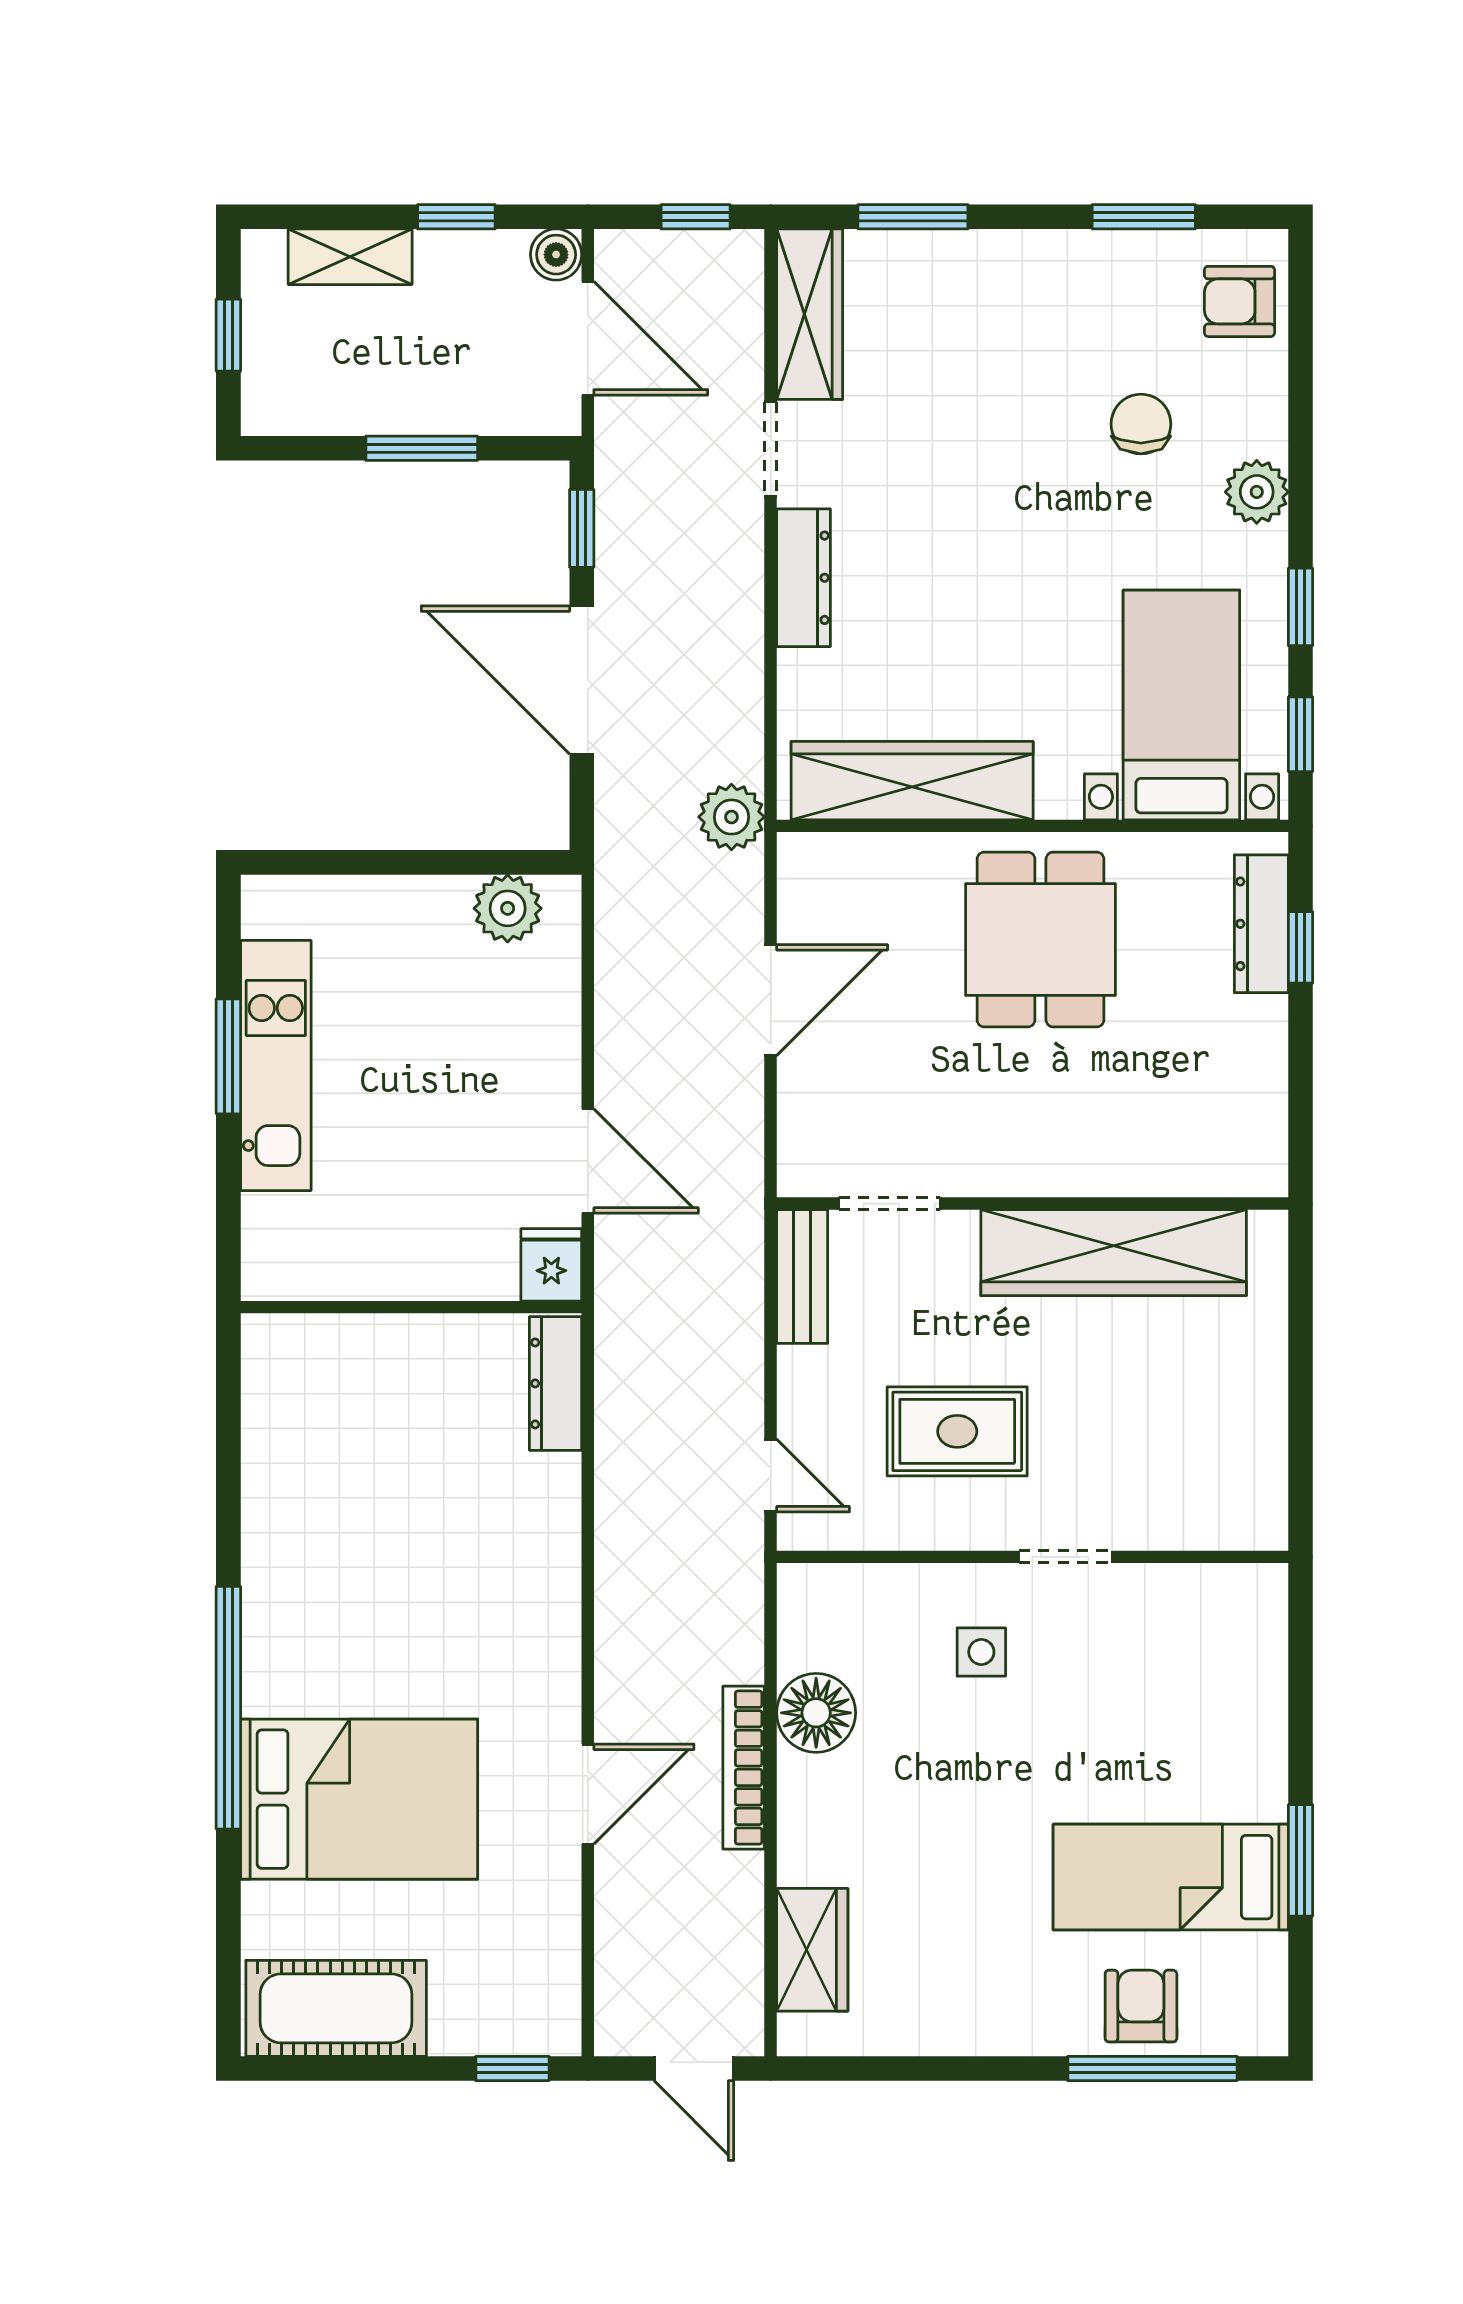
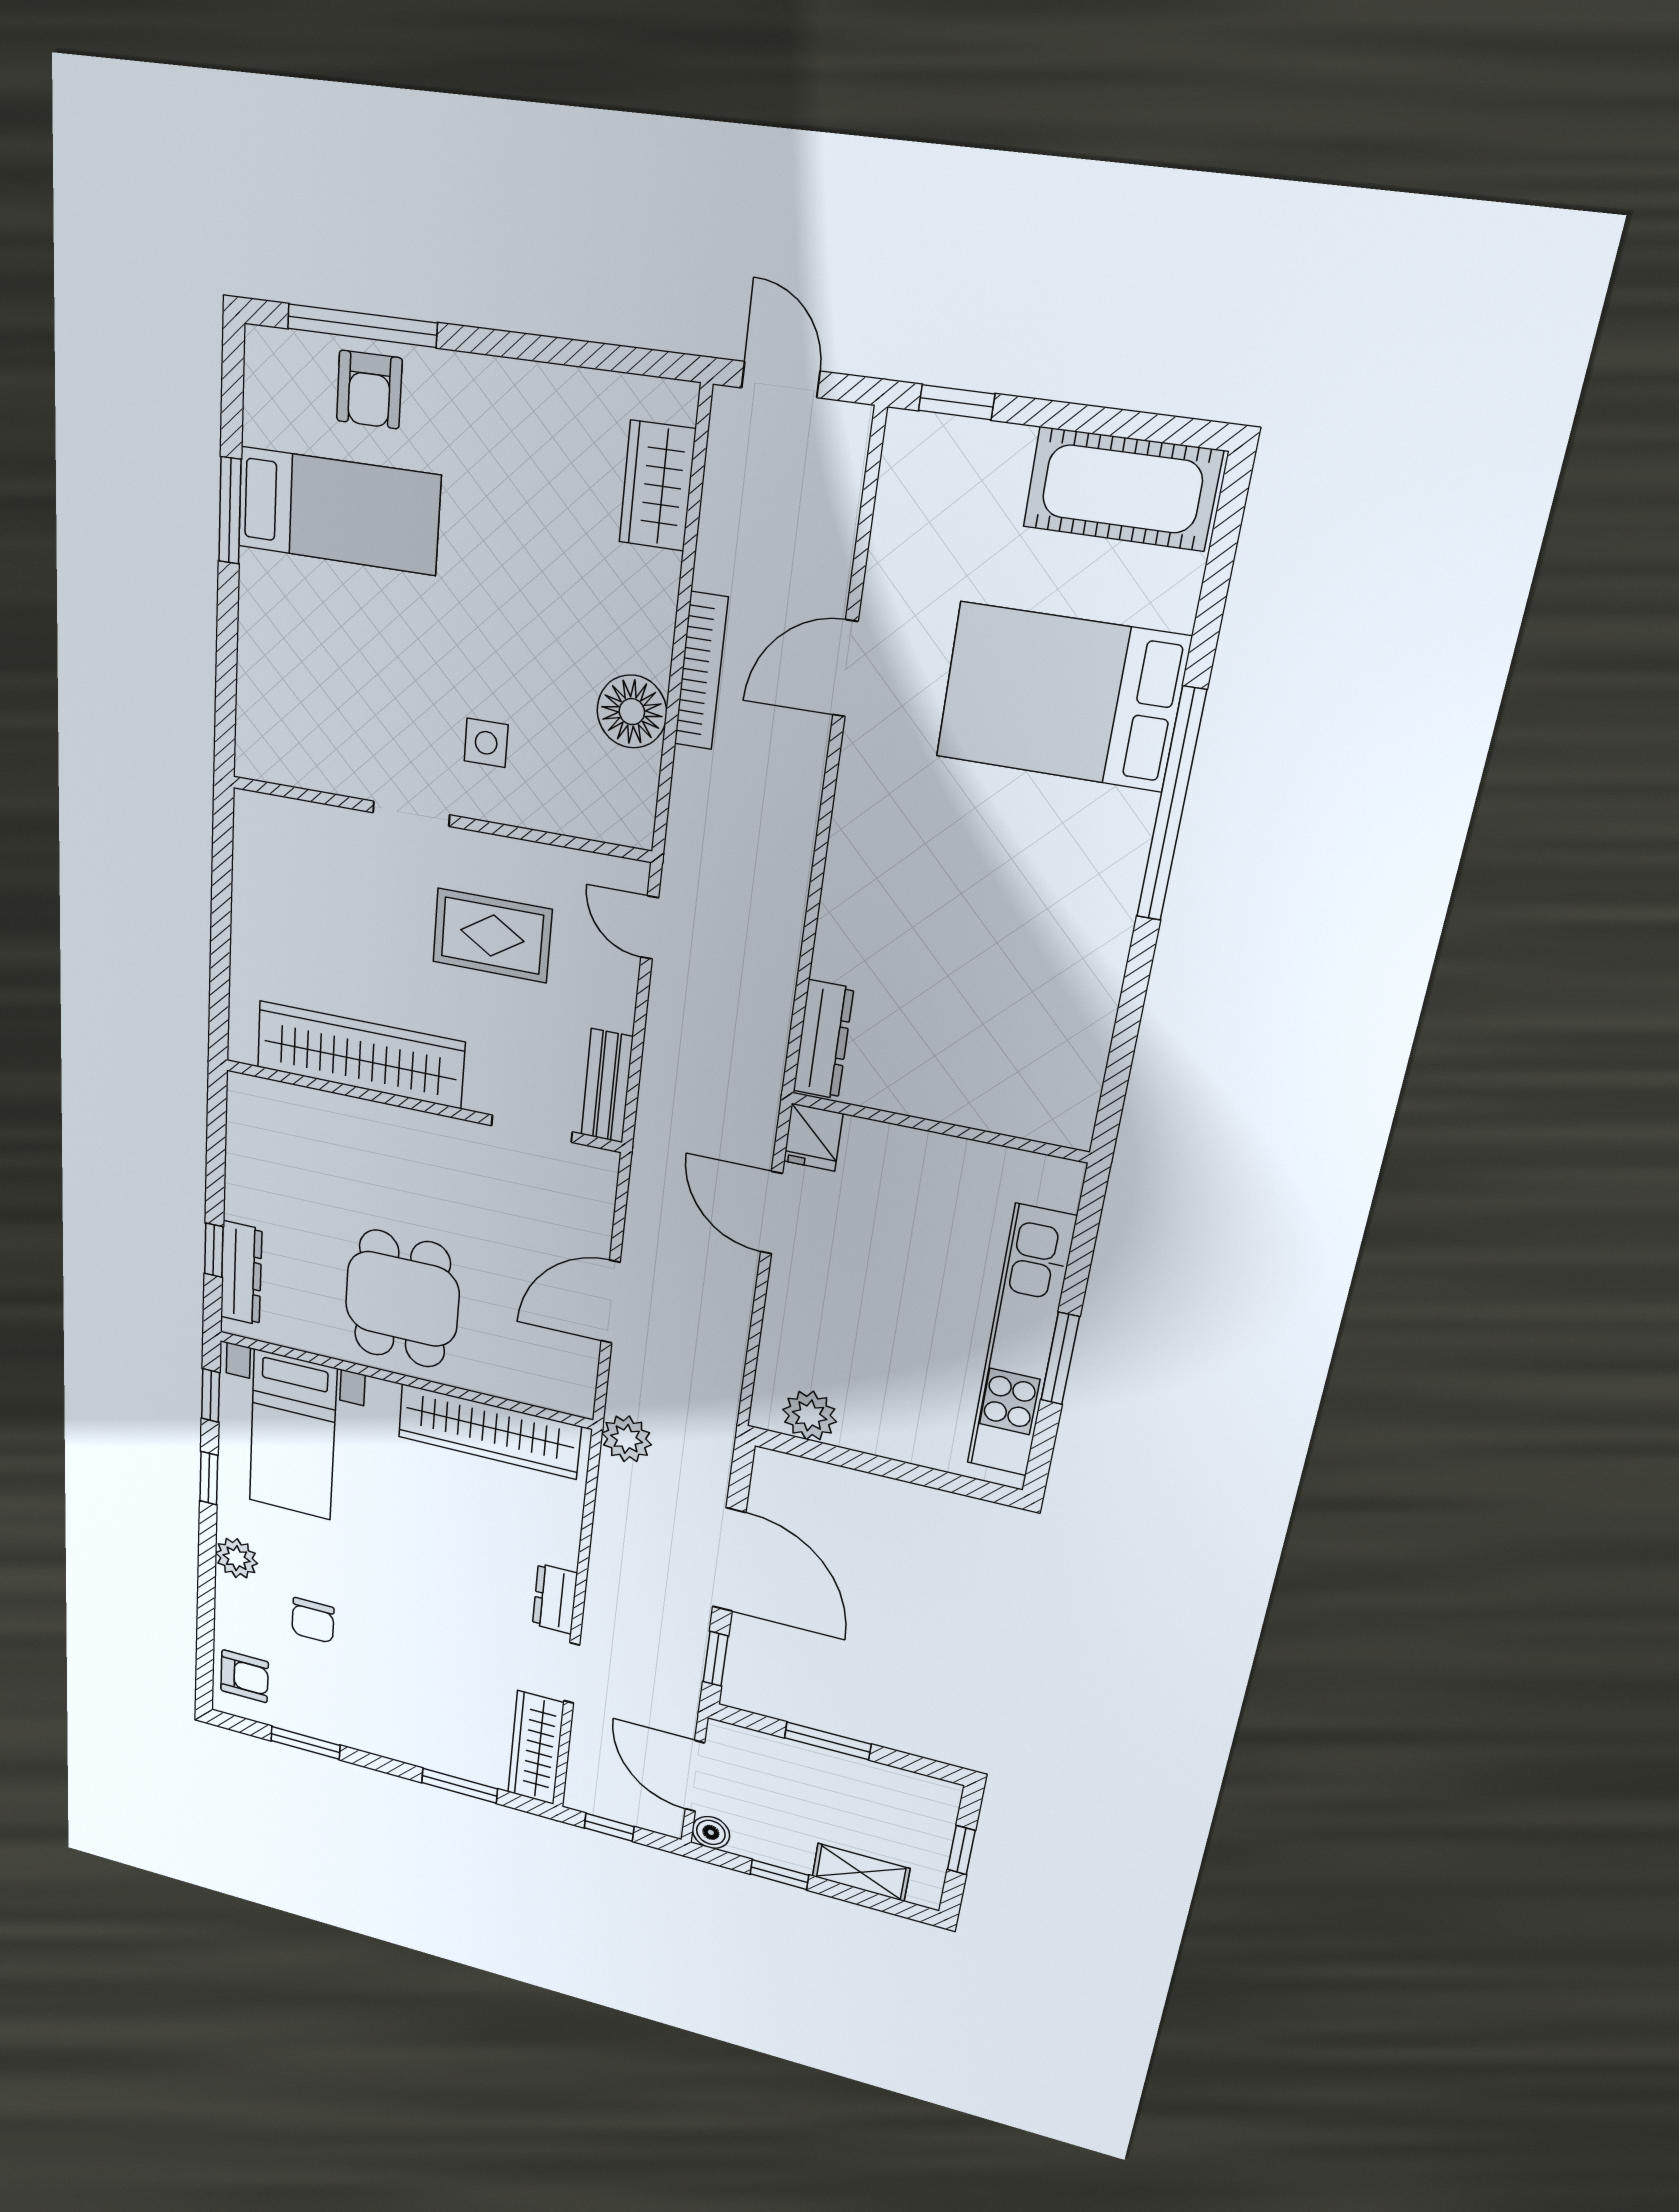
dresser: (804, 578) -> (555, 1599), width x0.70
kitchen unit: (276, 1066) -> (1021, 1342), width x1.36

